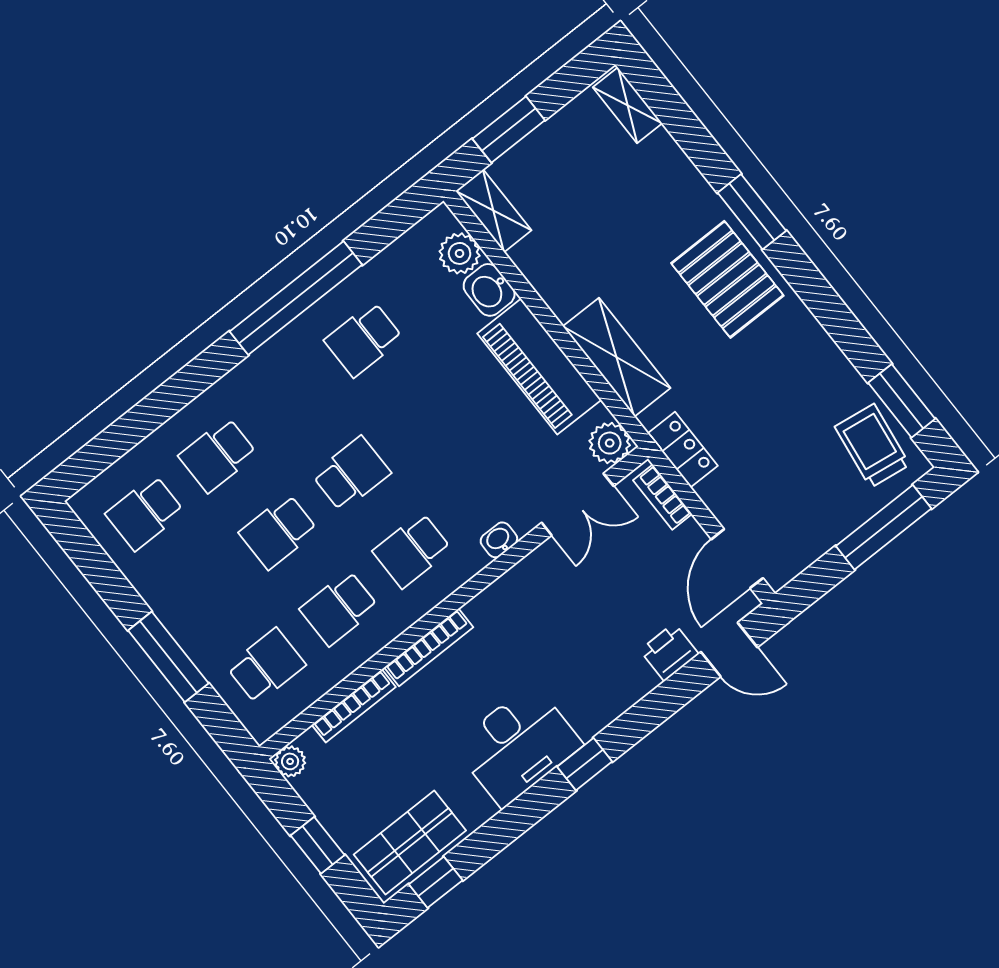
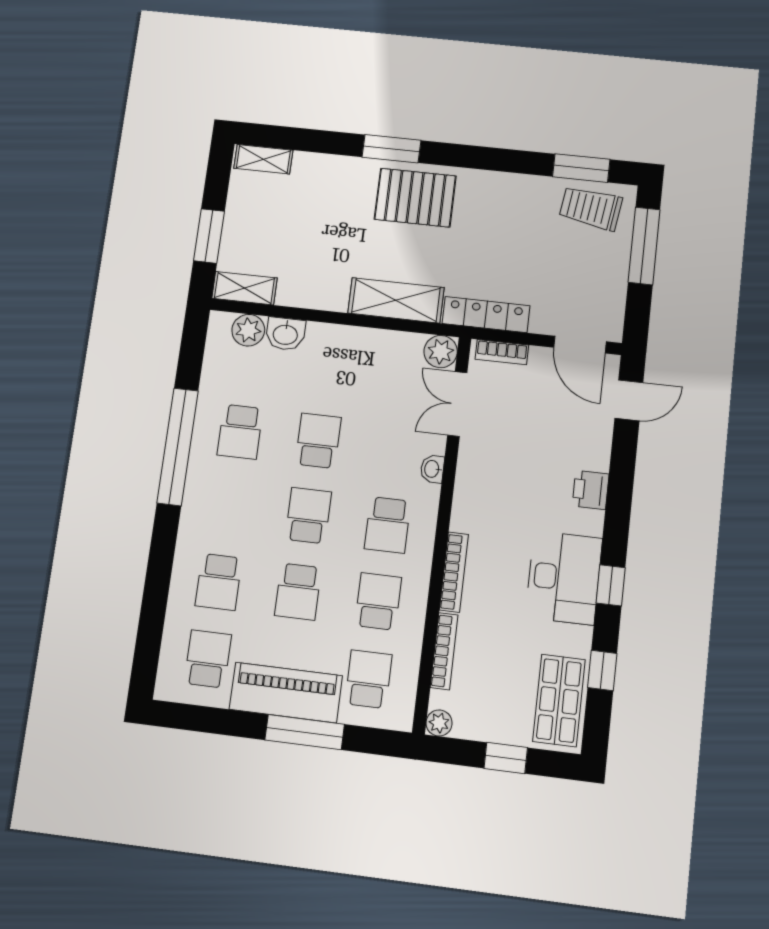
piano: (539, 367) -> (286, 693), moved, turned 180
school desk: (424, 416) -> (318, 441), added
locker: (683, 450) -> (486, 315), width x1.53
double door: (578, 504) -> (457, 404), swing flipped
school desk: (145, 513) -> (208, 659), turned 180
school desk: (339, 608) -> (378, 601), turned 180
printer: (669, 652) -> (591, 490), moved
window: (585, 764) -> (611, 585), moved
window: (436, 882) -> (602, 671), moved

